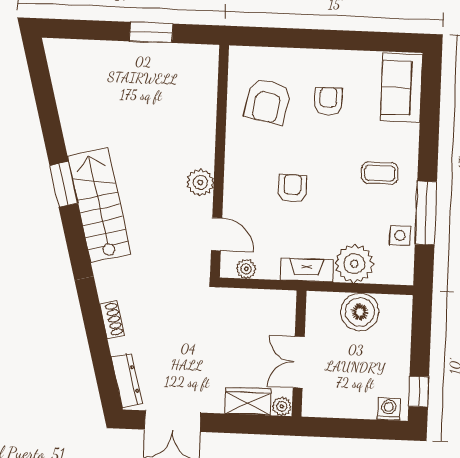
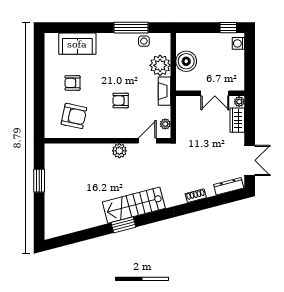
sofa: (401, 88) -> (77, 44), moved
coffee table: (380, 173) -> (110, 53), removed

